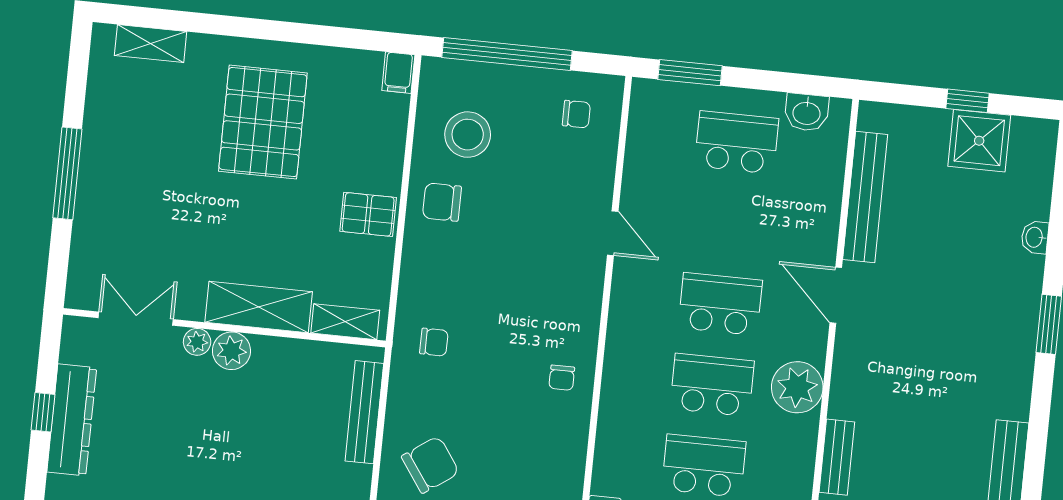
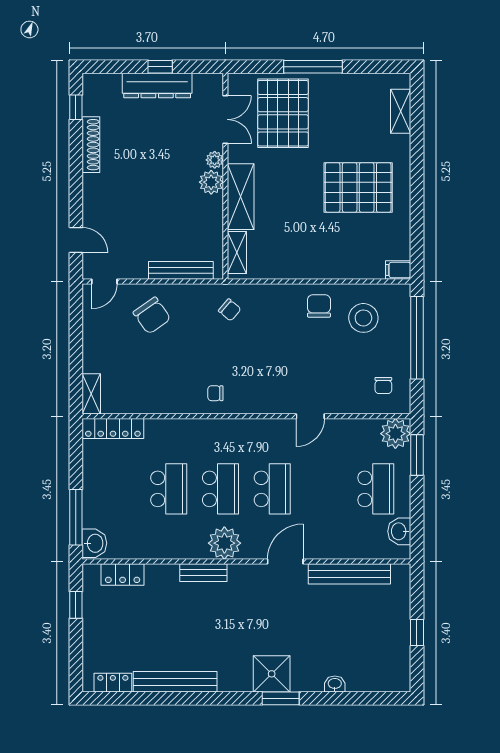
plant: (653, 103) -> (395, 434), added
shower: (979, 141) -> (272, 674), moved
pallet: (368, 214) -> (283, 113), moved, width x2.05, depth x2.00
chair: (434, 342) -> (230, 310), turned -49
bench: (837, 457) -> (203, 573), moved

